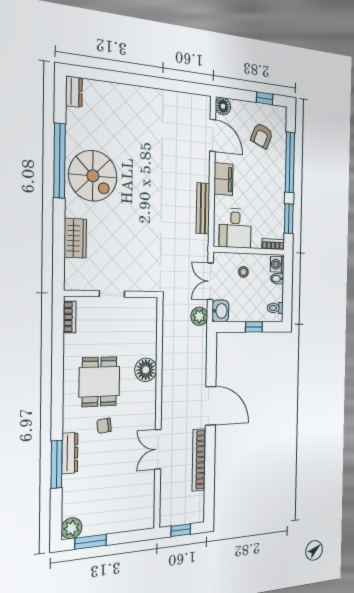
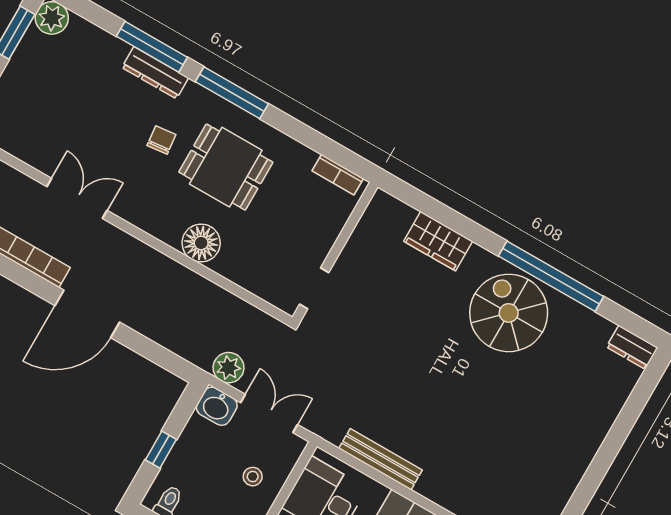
spiral stairs: (93, 176) -> (509, 313), turned 90
doorway: (112, 294) -> (314, 288), moved
window: (57, 404) -> (232, 93), added

